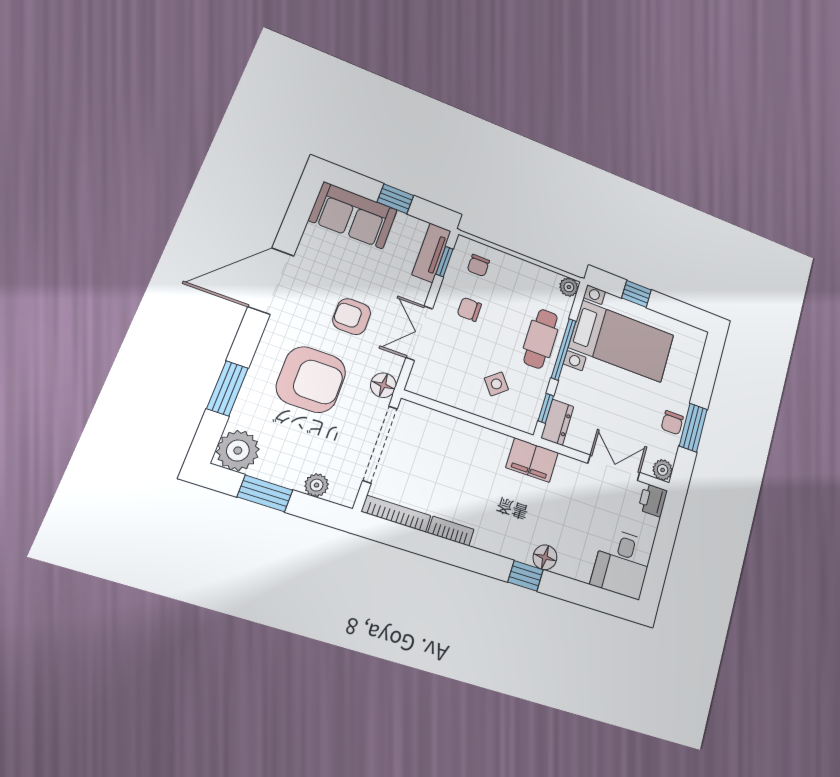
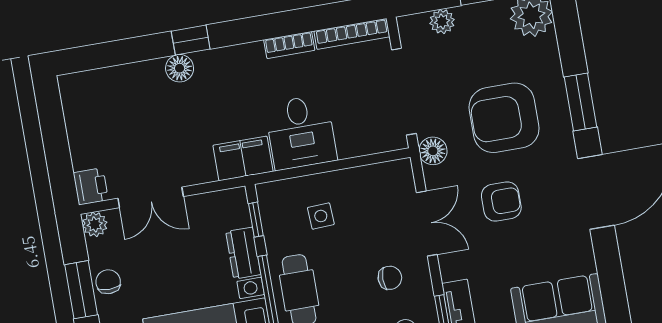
side table: (496, 384) -> (321, 216), turned 36
window: (227, 388) -> (580, 102), moved
dresser: (557, 422) -> (243, 253), moved
desk: (622, 563) -> (301, 132), moved, turned 180

